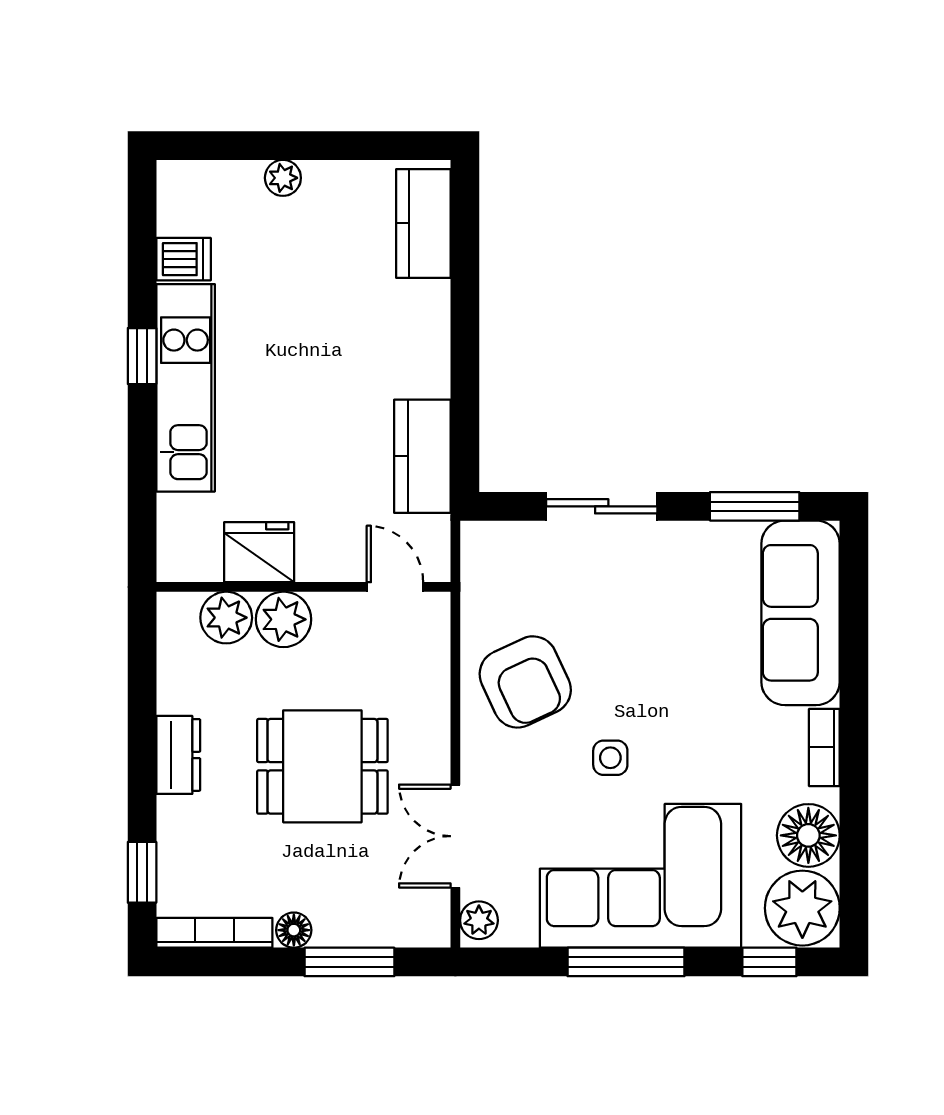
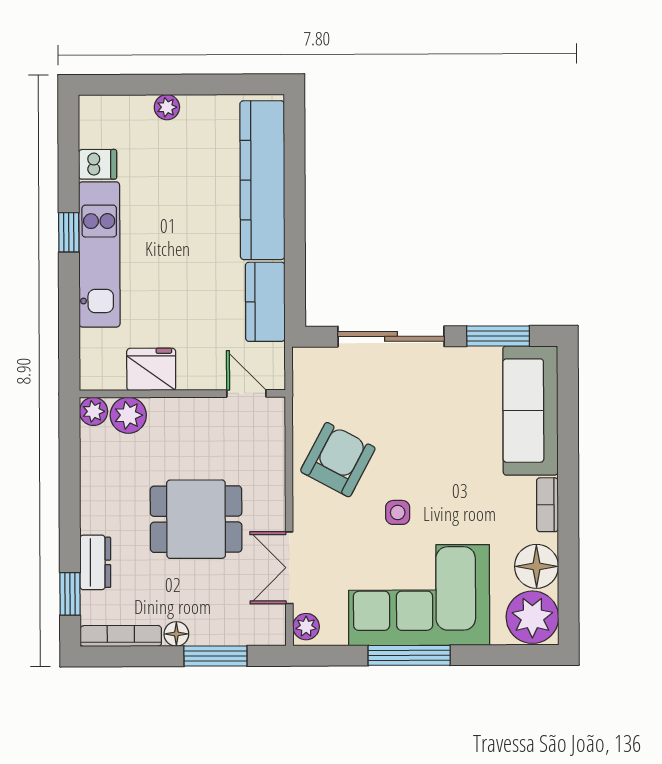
kitchen counter: (423, 223) -> (262, 180), width x2.08, depth x1.17
sliding door: (602, 506) -> (391, 336), width x1.37
plant: (284, 619) -> (93, 411), moved, width x0.73, depth x0.73
armchair: (525, 682) -> (338, 460), turned -127
dresser: (178, 755) -> (95, 562), moved
window: (769, 962) -> (510, 655), removed

